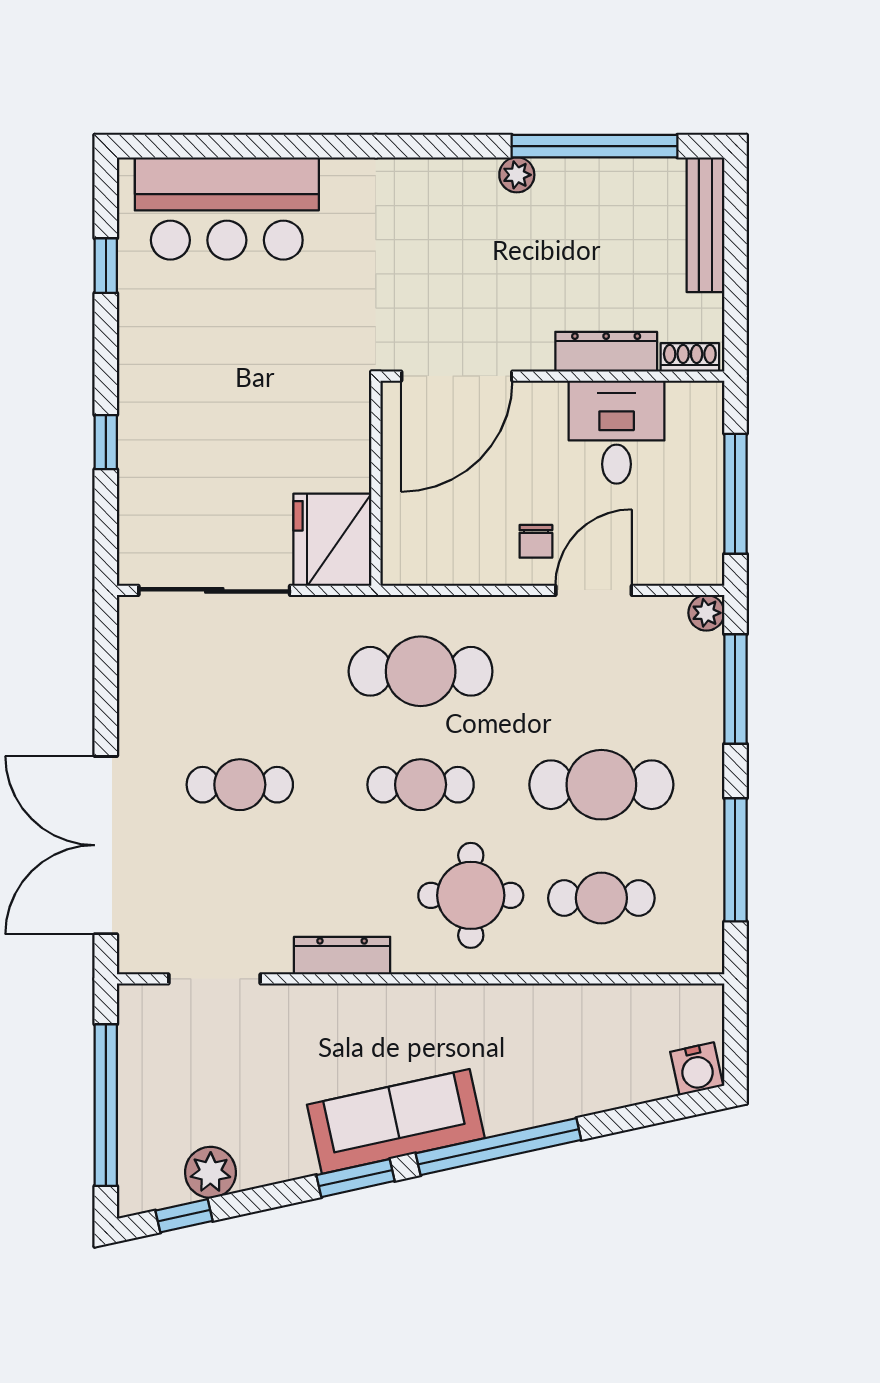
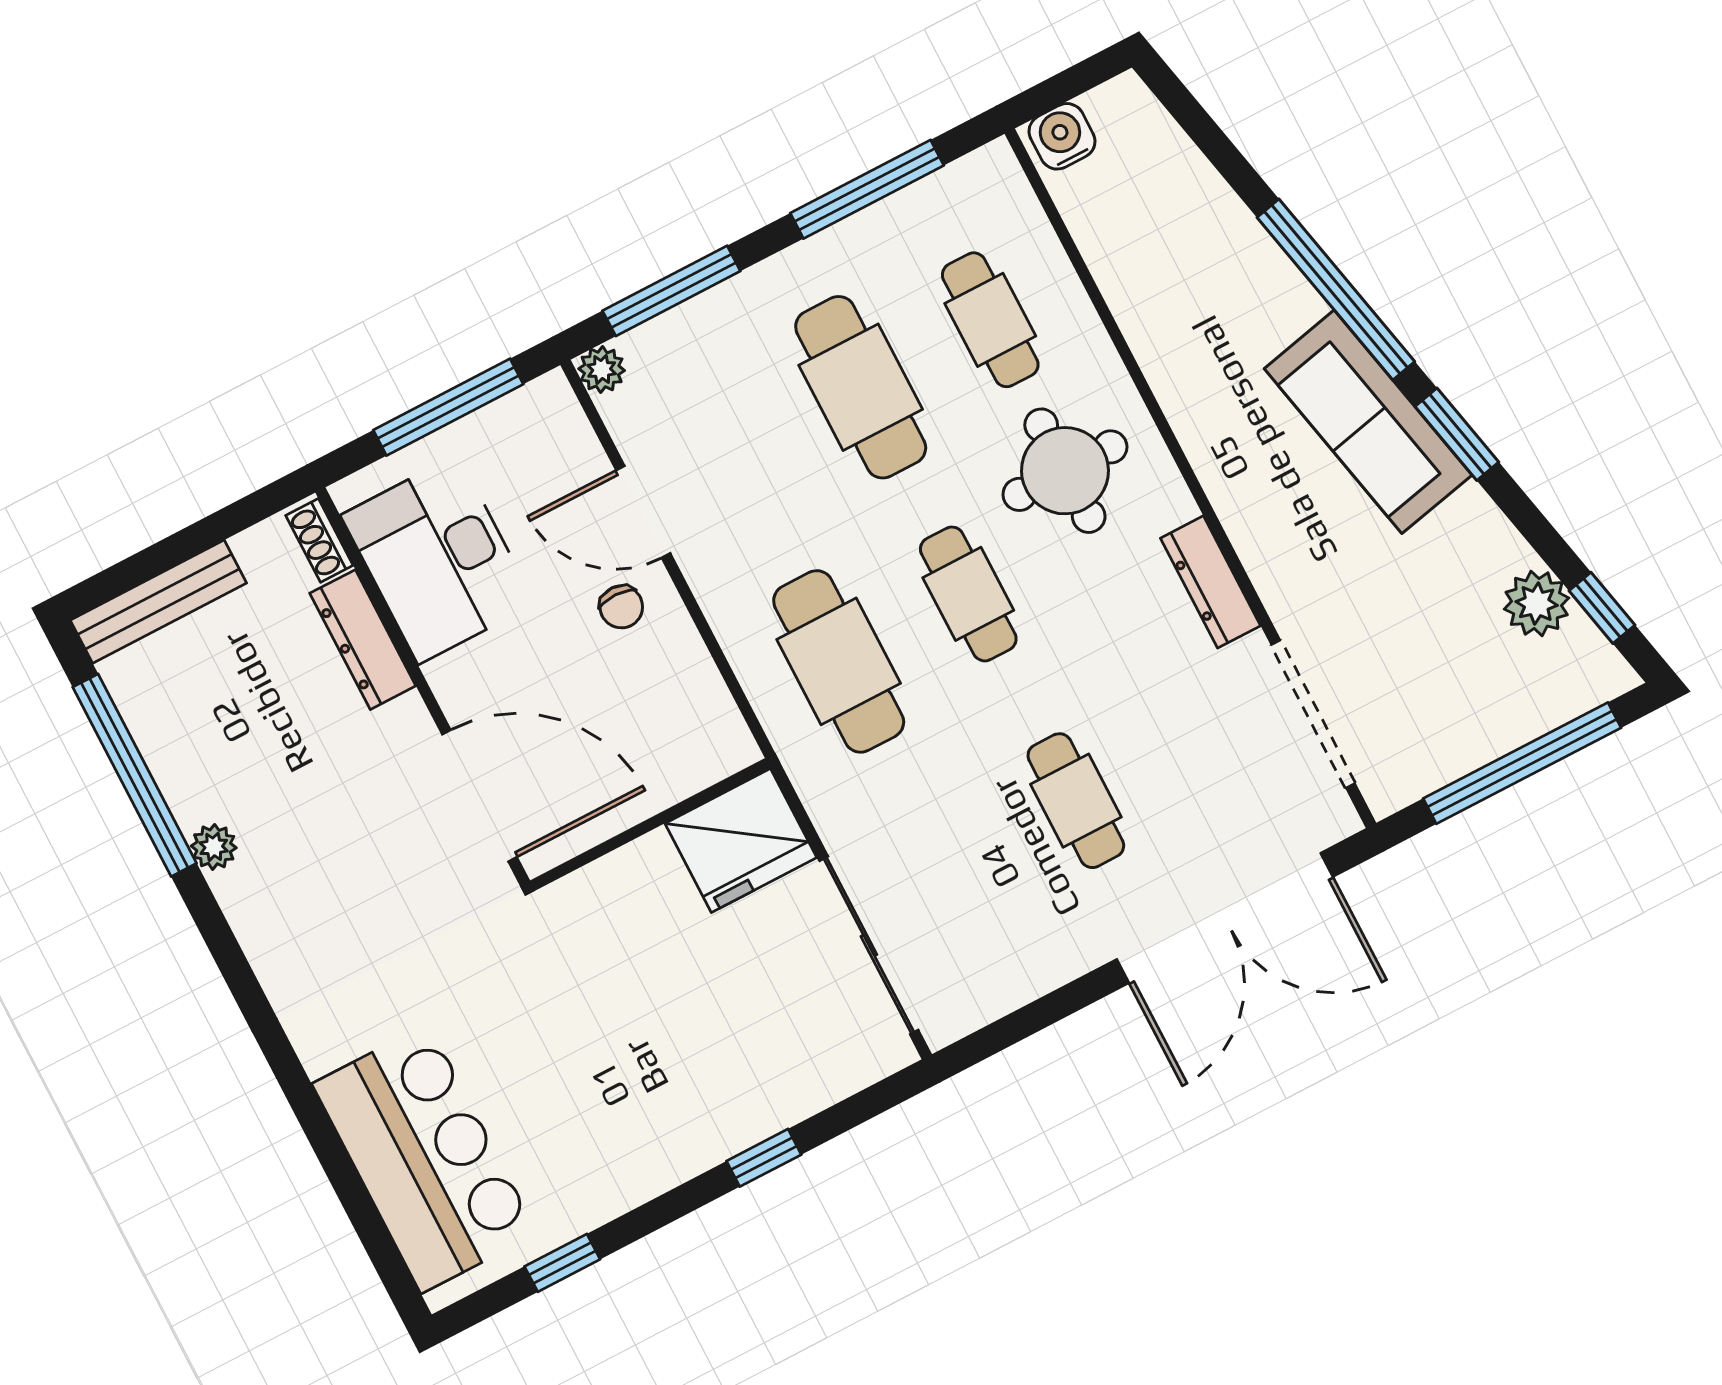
desk: (617, 432) -> (438, 559), width x1.37
chair: (536, 541) -> (621, 607), turned 91
doorway: (214, 979) -> (1313, 714), width x1.36
water cooler: (697, 1069) -> (1062, 136), moved, turned -78

